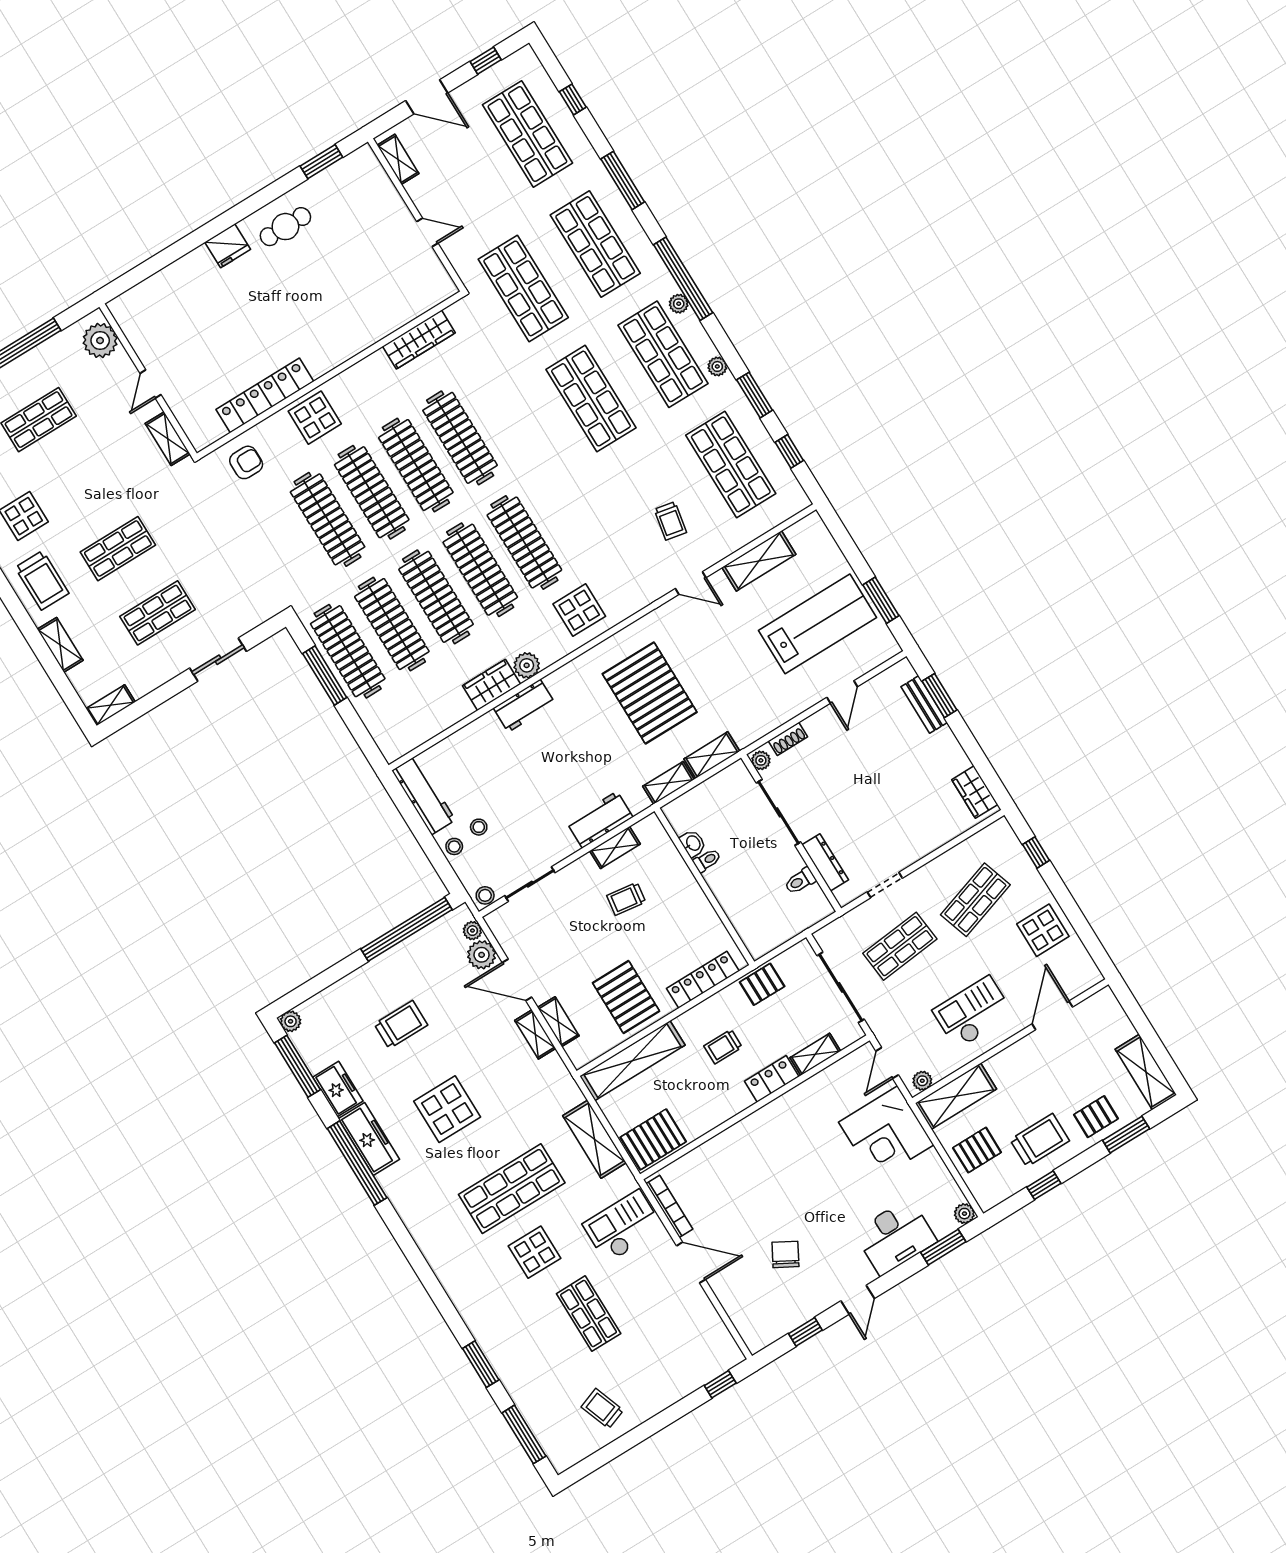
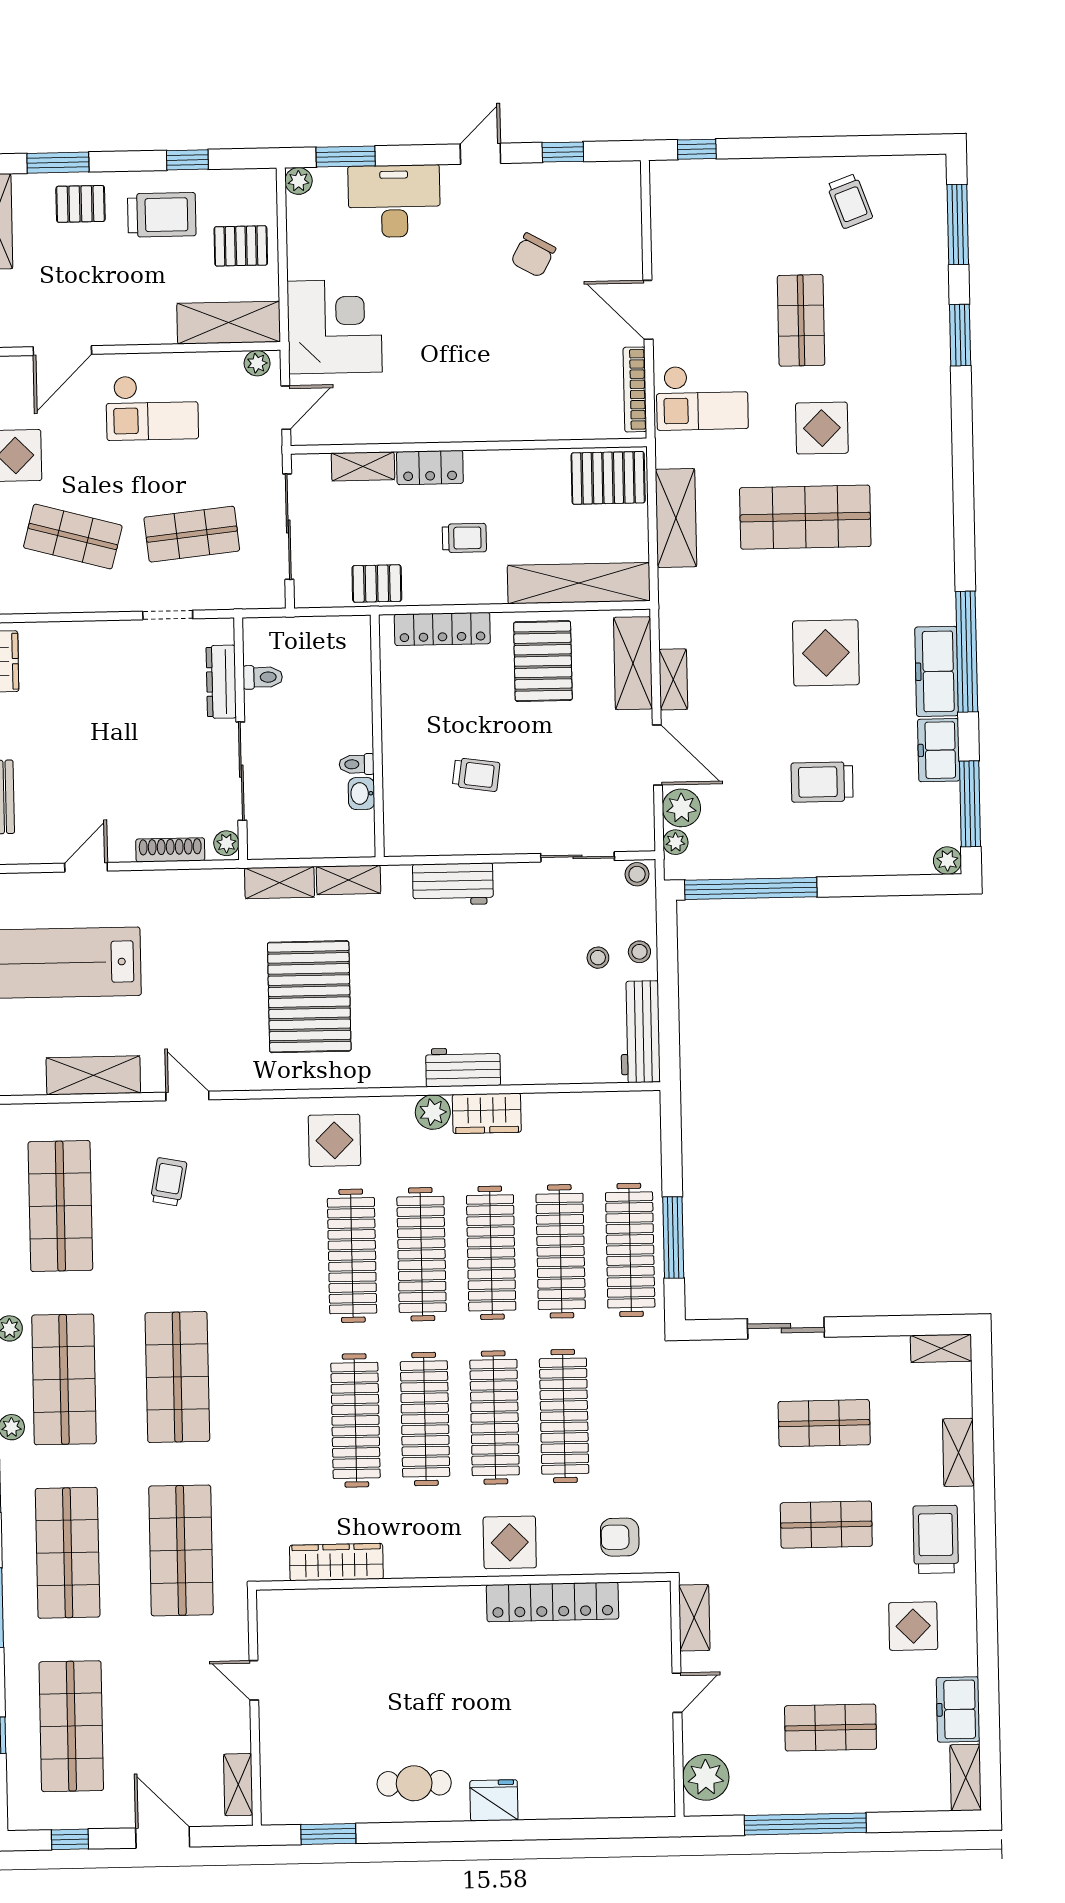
shoe rack: (788, 739) -> (170, 850), width x1.43
shelving: (615, 848) -> (454, 841), removed
shop shelf: (975, 900) -> (73, 537), turned 33
shelving: (558, 1022) -> (633, 663), width x1.50, depth x1.33
trolley: (1040, 1140) -> (162, 215), turned 180

